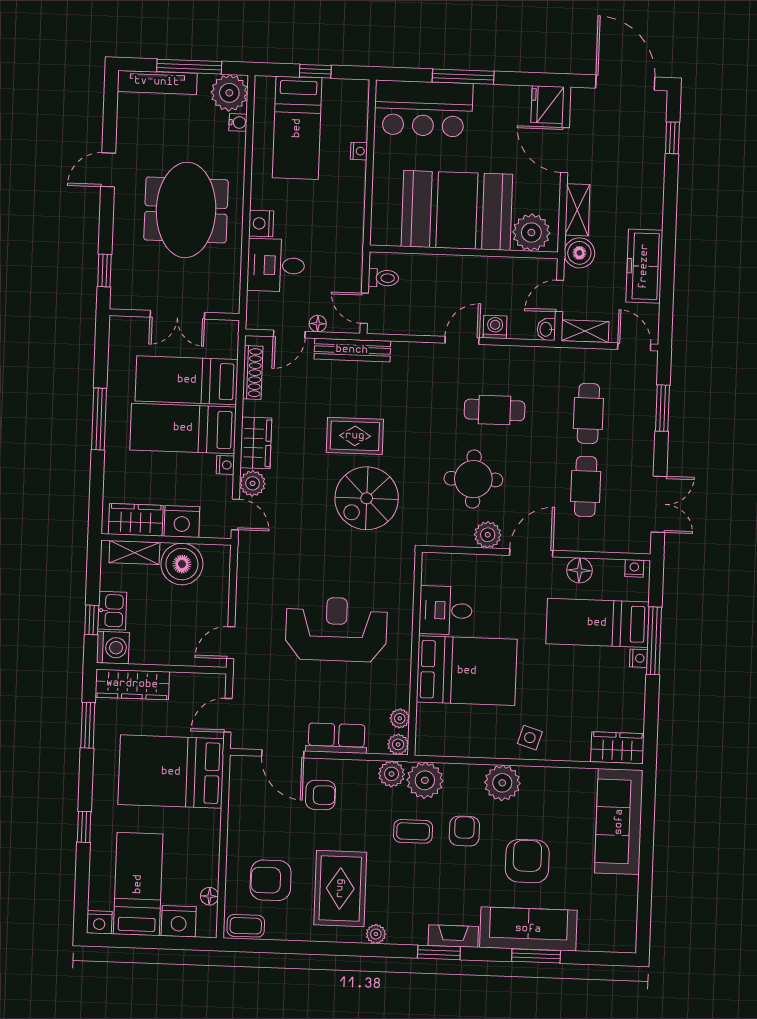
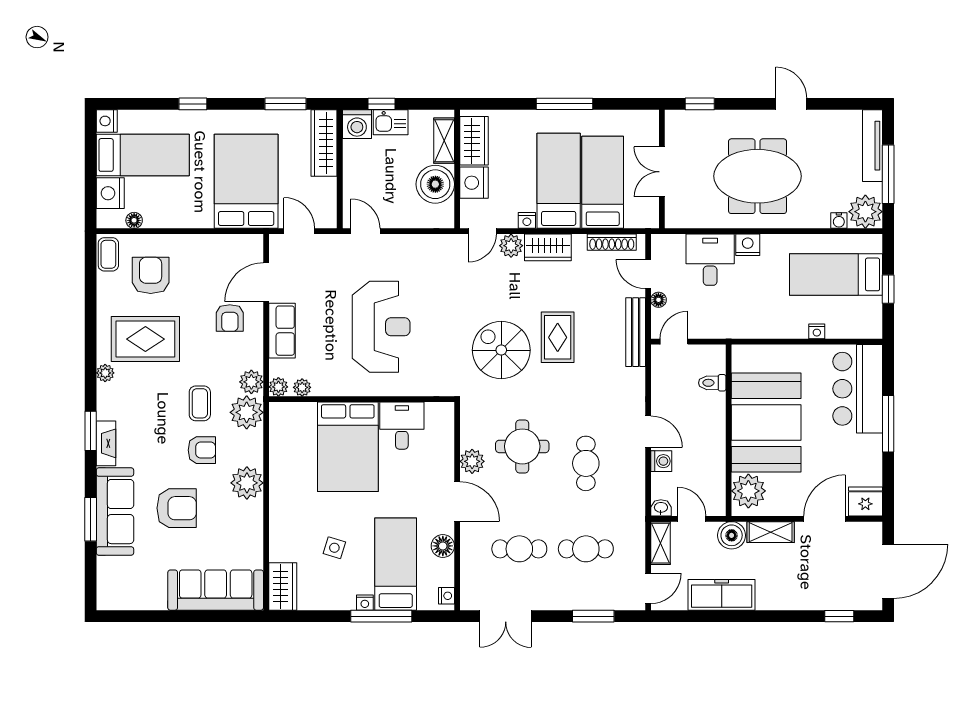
toilet: (383, 278) -> (712, 383), moved, turned 90
side table: (530, 738) -> (334, 548), moved

